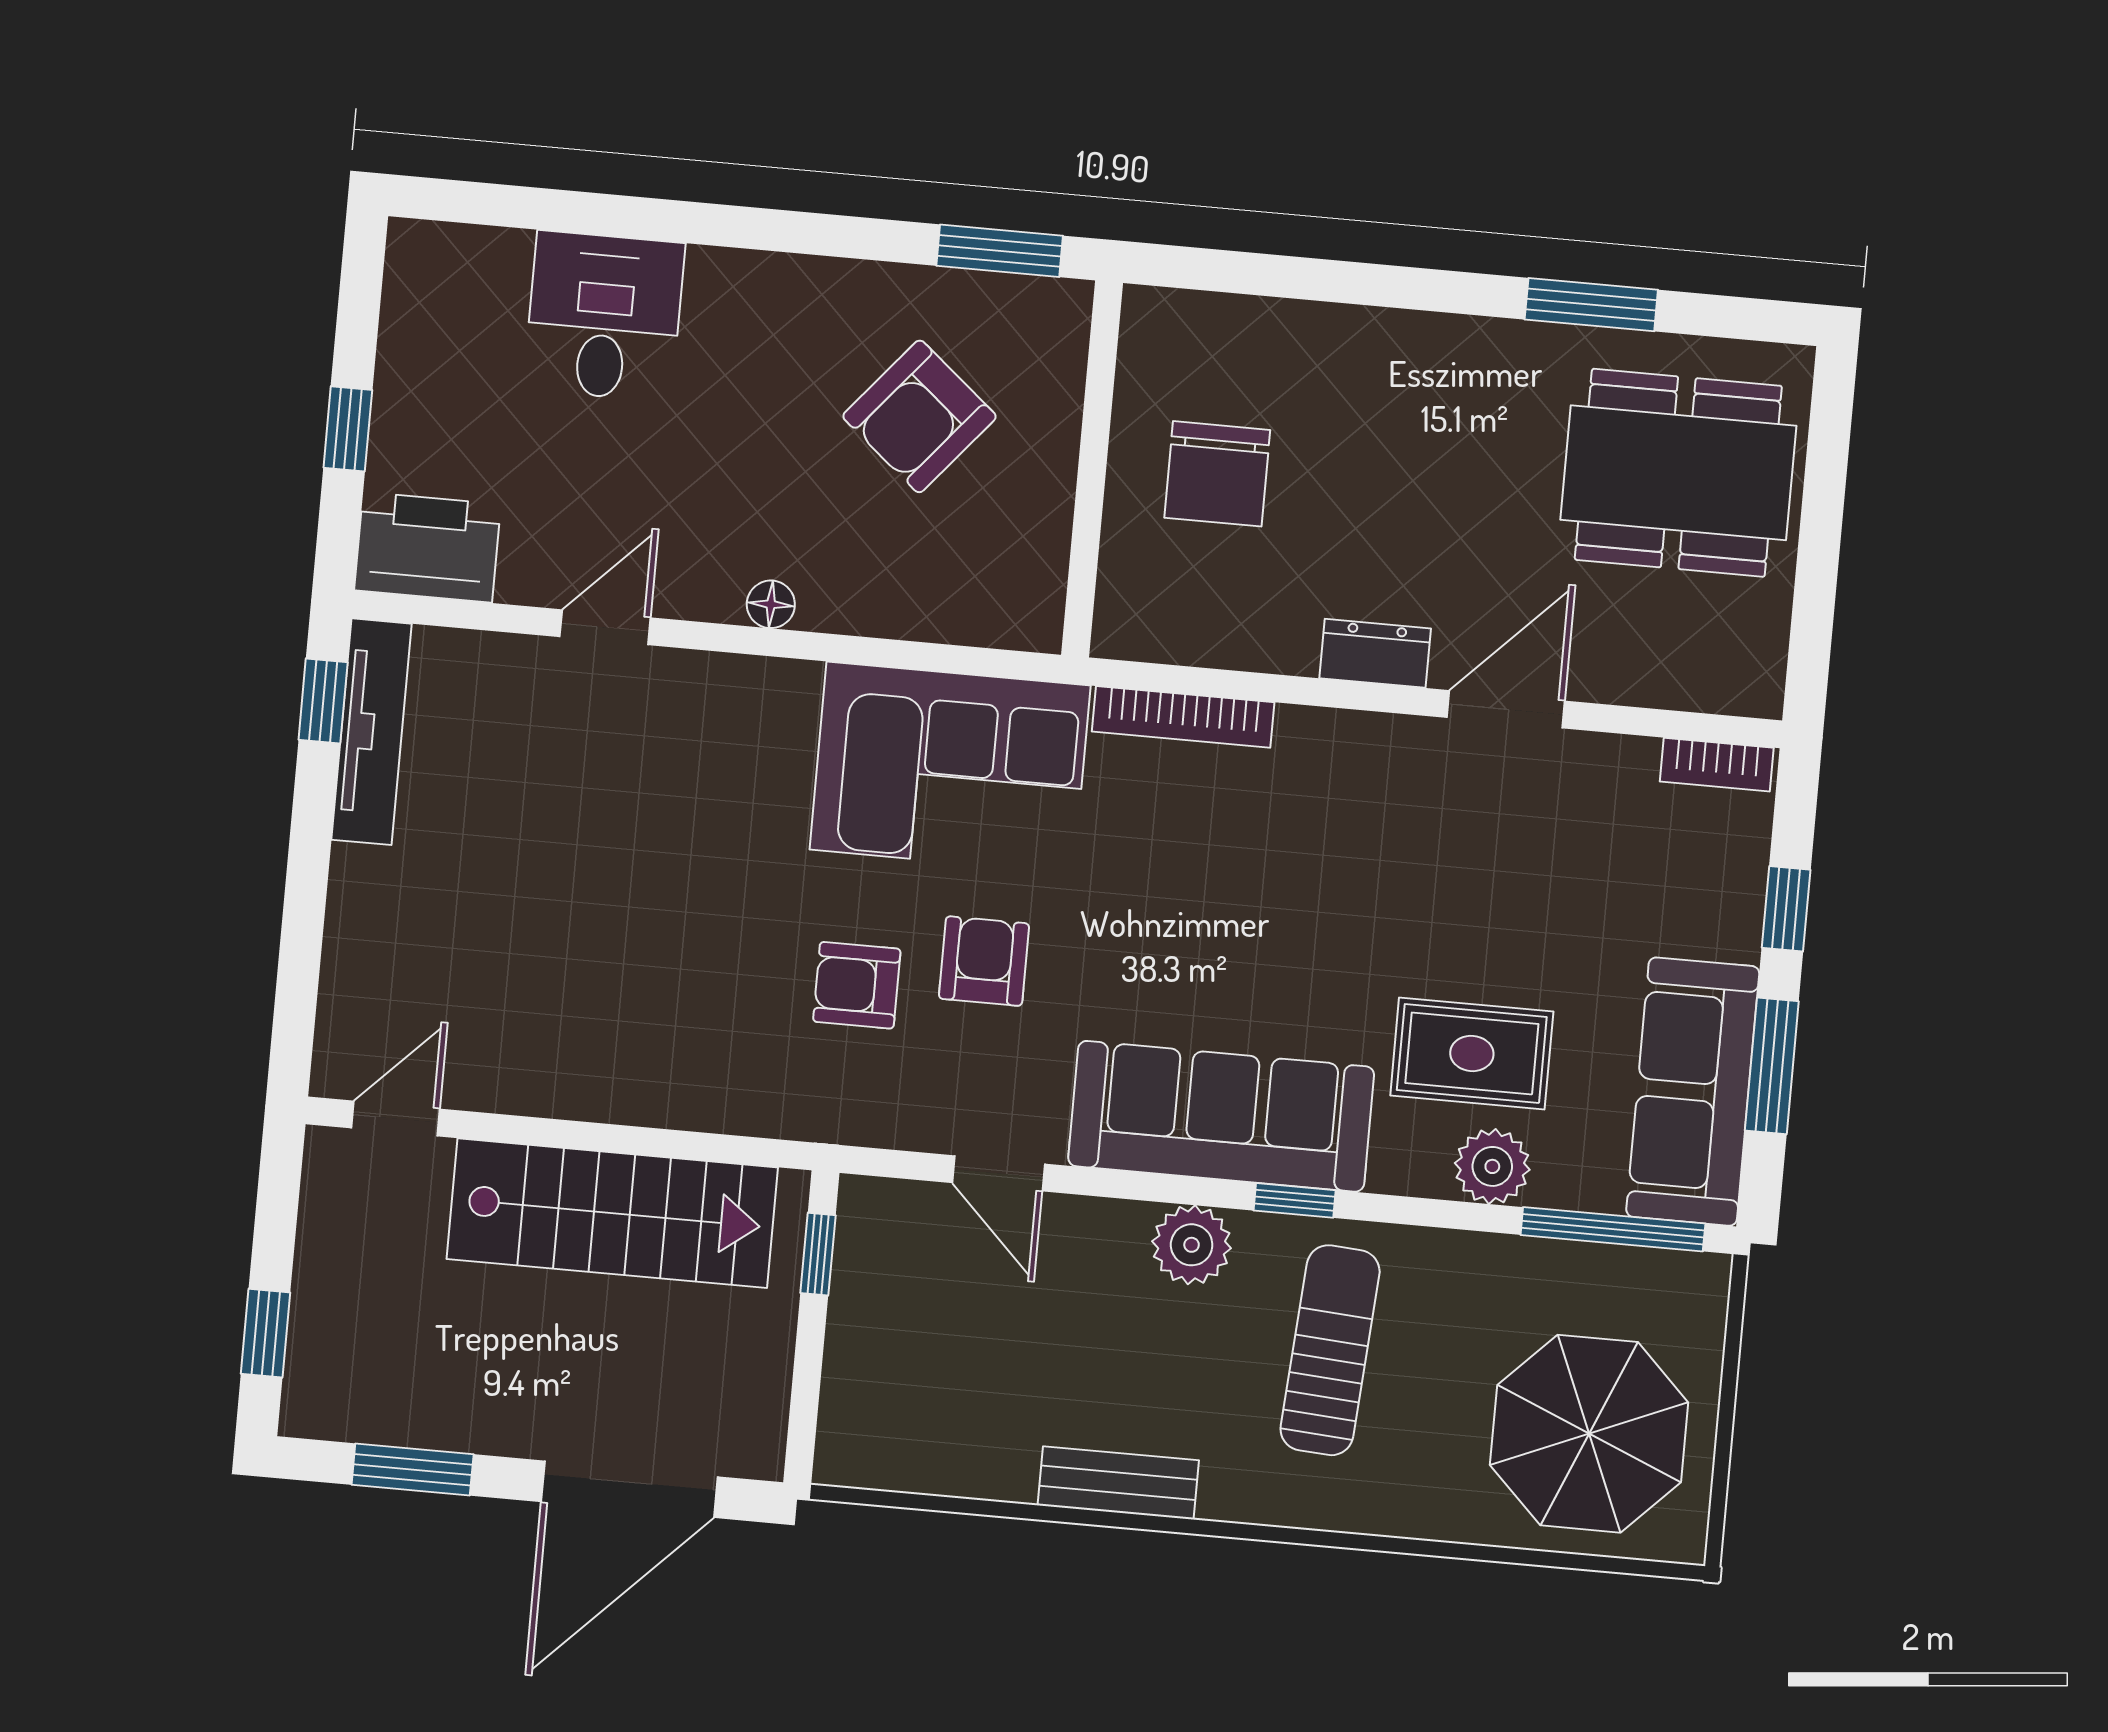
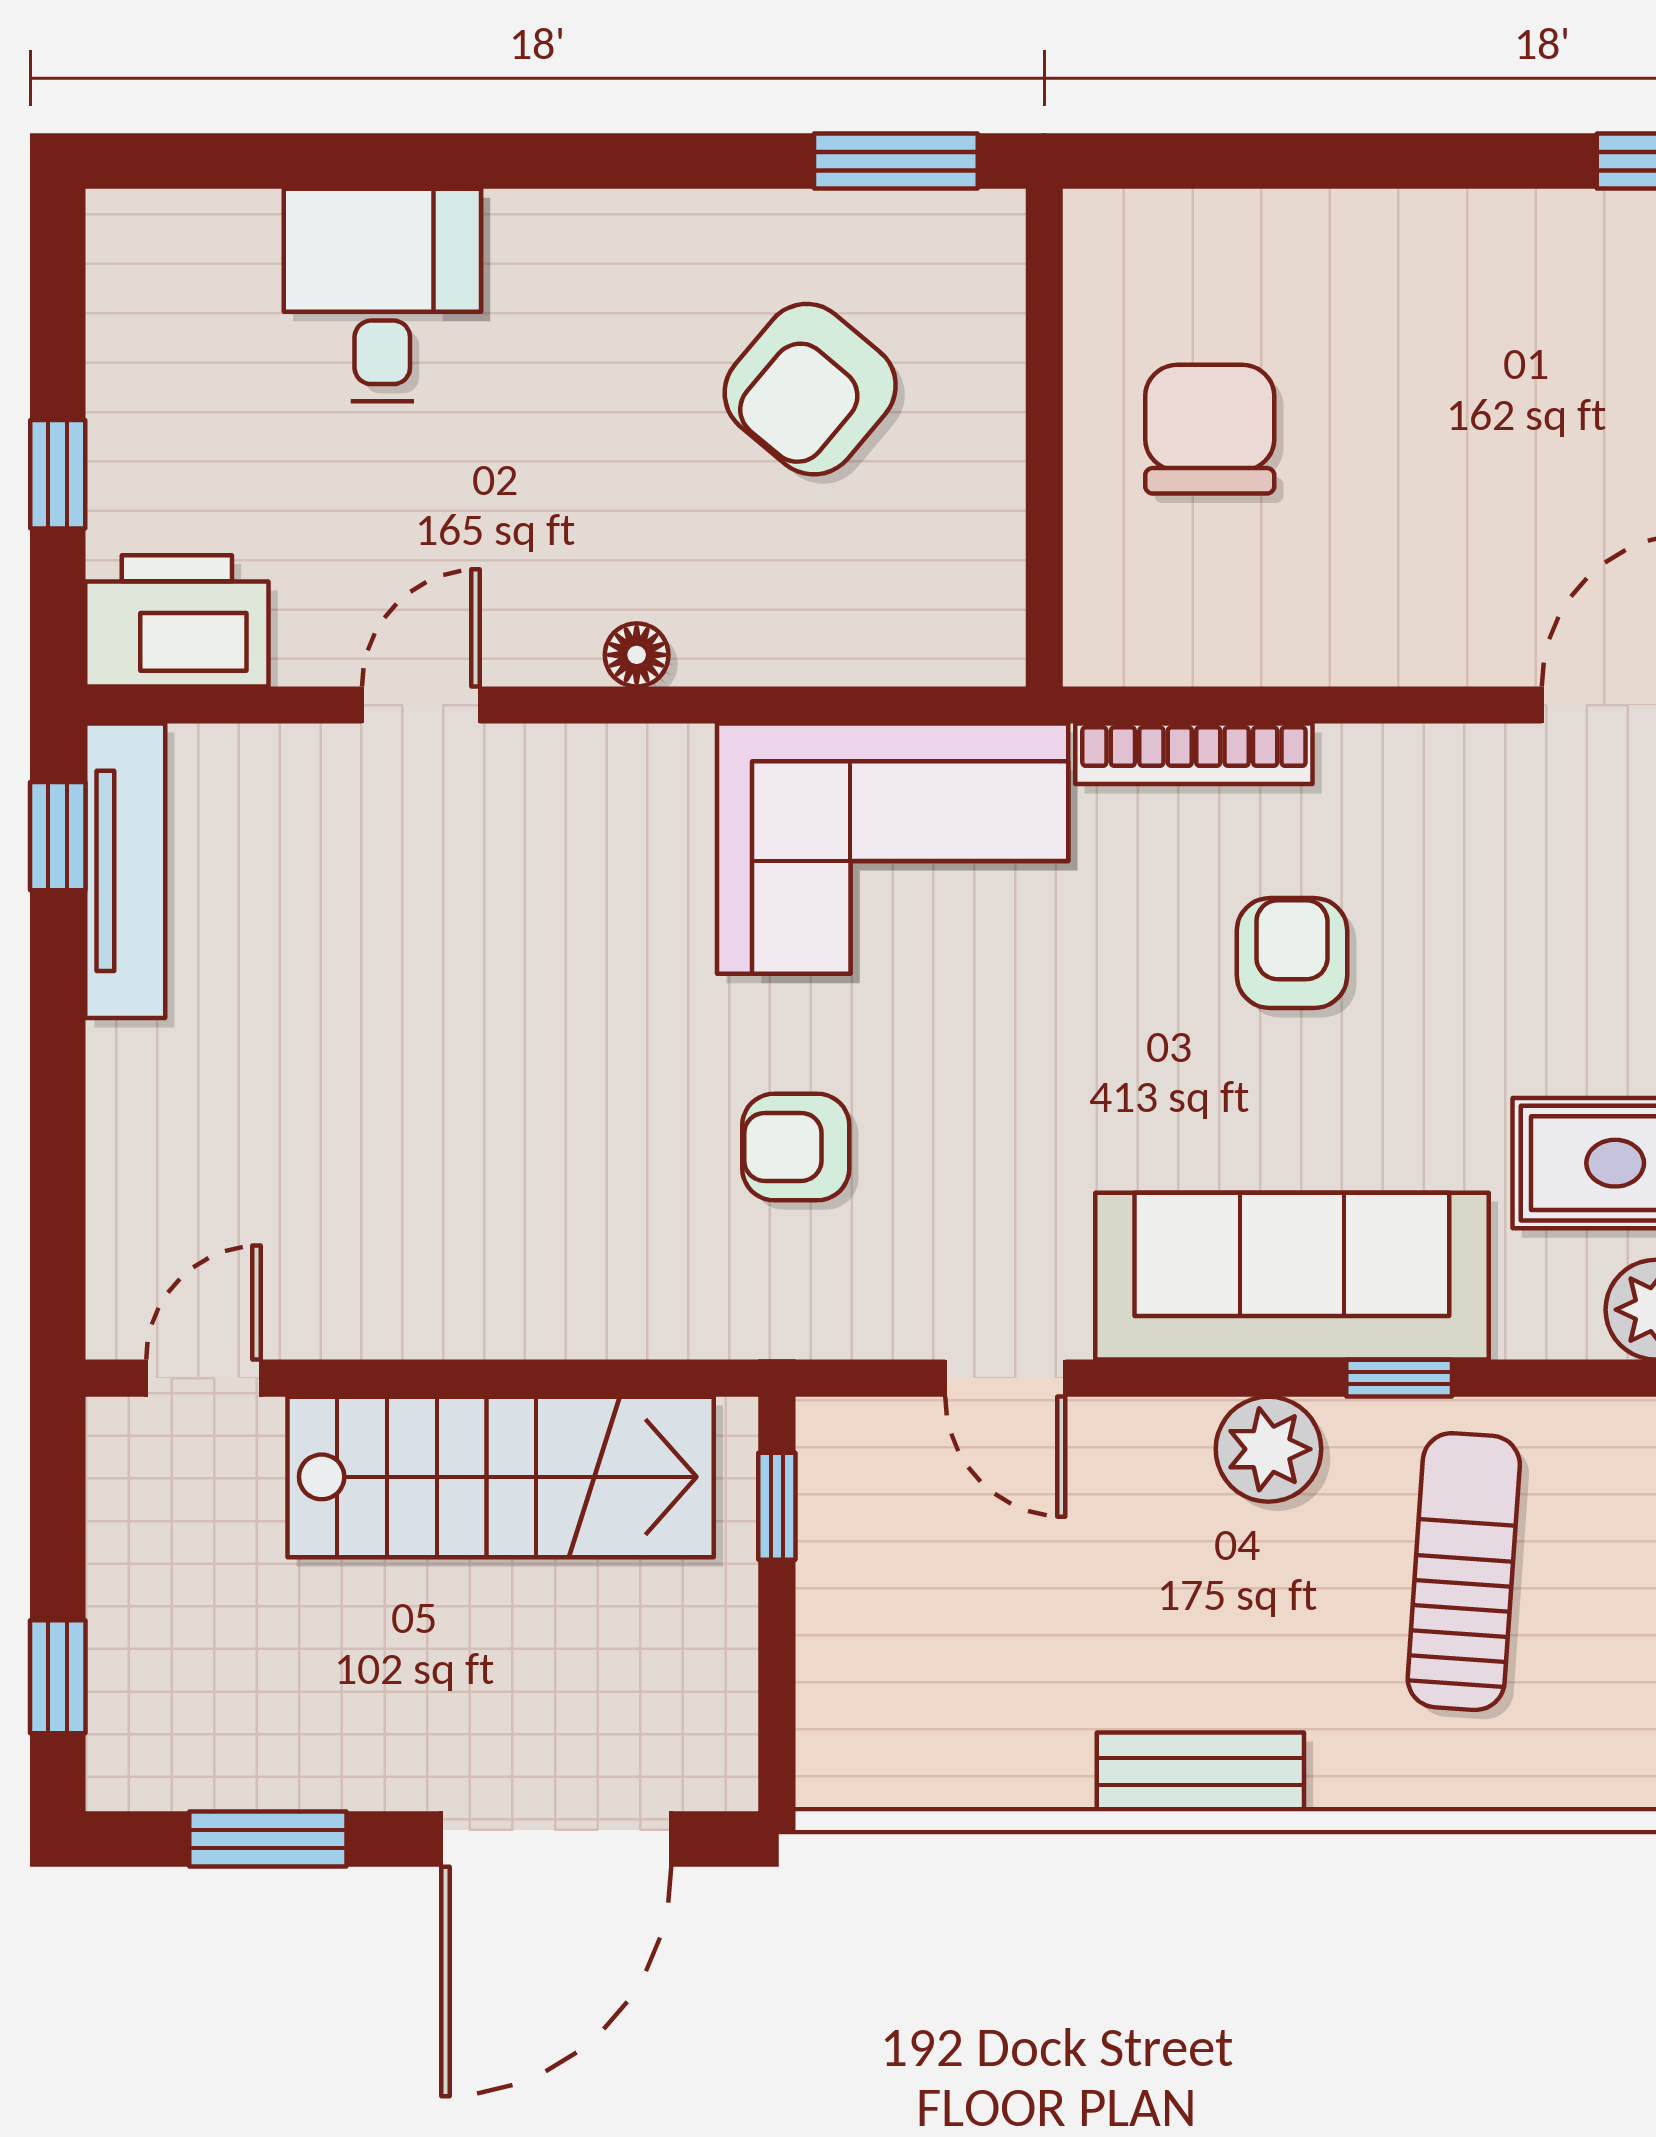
chair: (1217, 474) -> (1210, 429), turned 180
dresser: (1375, 653) -> (1440, 647), removed
armchair: (984, 961) -> (1292, 953), moved

